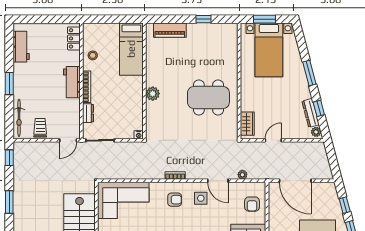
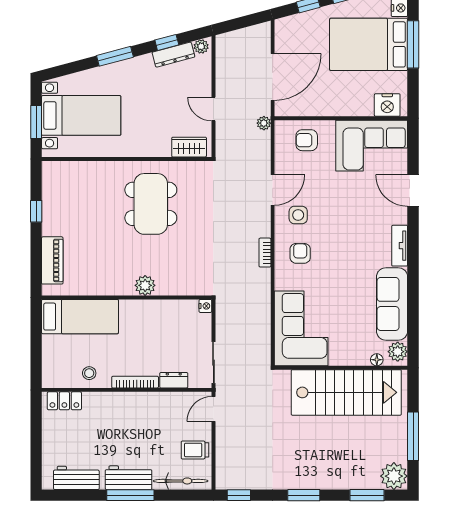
workbench: (72, 82) -> (129, 478), moved, turned 180
window: (9, 84) -> (130, 495), width x1.44
door: (68, 140) -> (213, 409), swing flipped
plant: (242, 175) -> (264, 123), moved
armchair: (252, 204) -> (307, 140), turned 180

